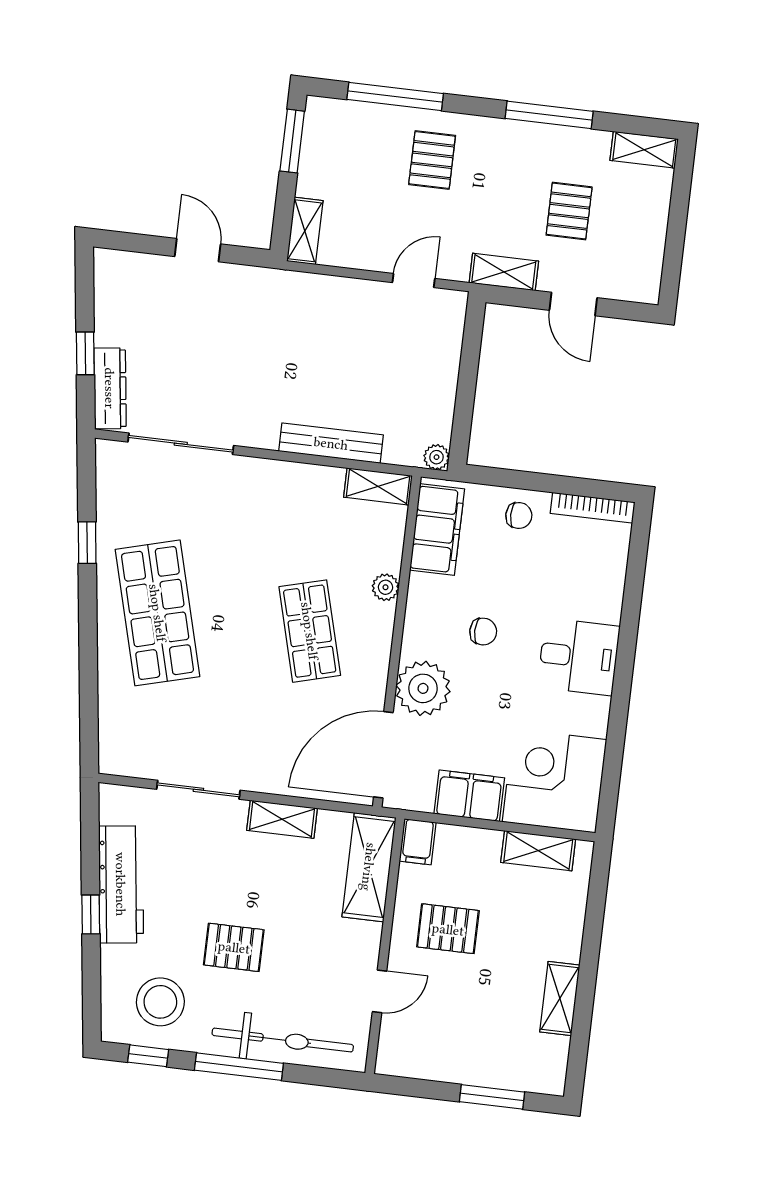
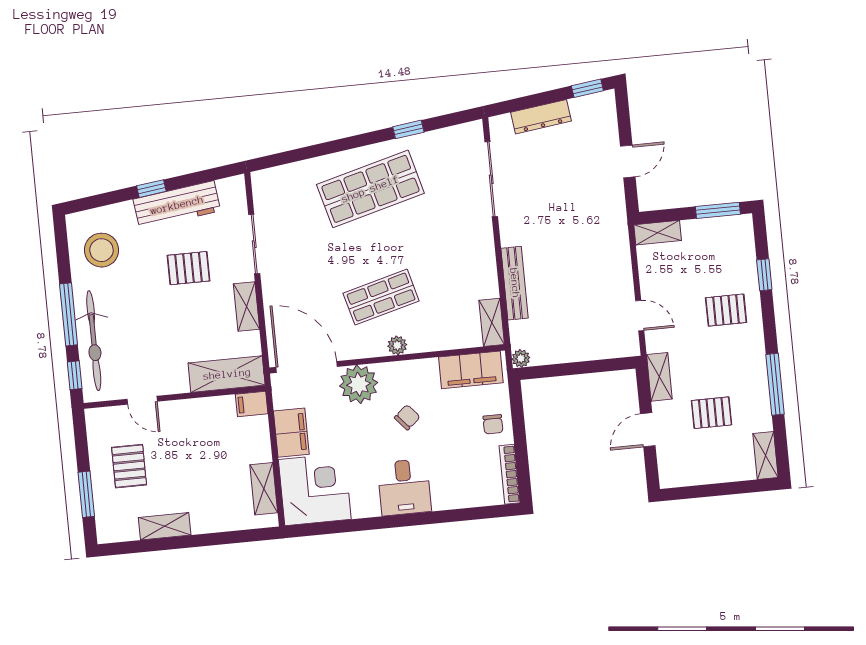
window: (395, 97) -> (764, 275), width x0.46
window: (85, 353) -> (587, 88), moved
dresser: (110, 388) -> (541, 117), moved
plant: (386, 587) -> (397, 345), moved
chair: (483, 632) -> (407, 417), turned -131
pallet: (448, 929) -> (129, 466), moved
pallet: (234, 947) -> (189, 268), moved, turned 90
window: (148, 1056) -> (75, 375), moved

